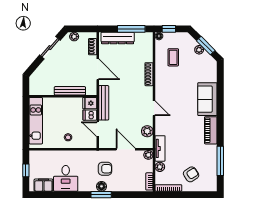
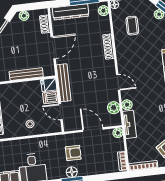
plant: (148, 40) -> (104, 11), added
door: (98, 69) -> (53, 48), hinge flipped
plant: (160, 167) -> (127, 105), moved

